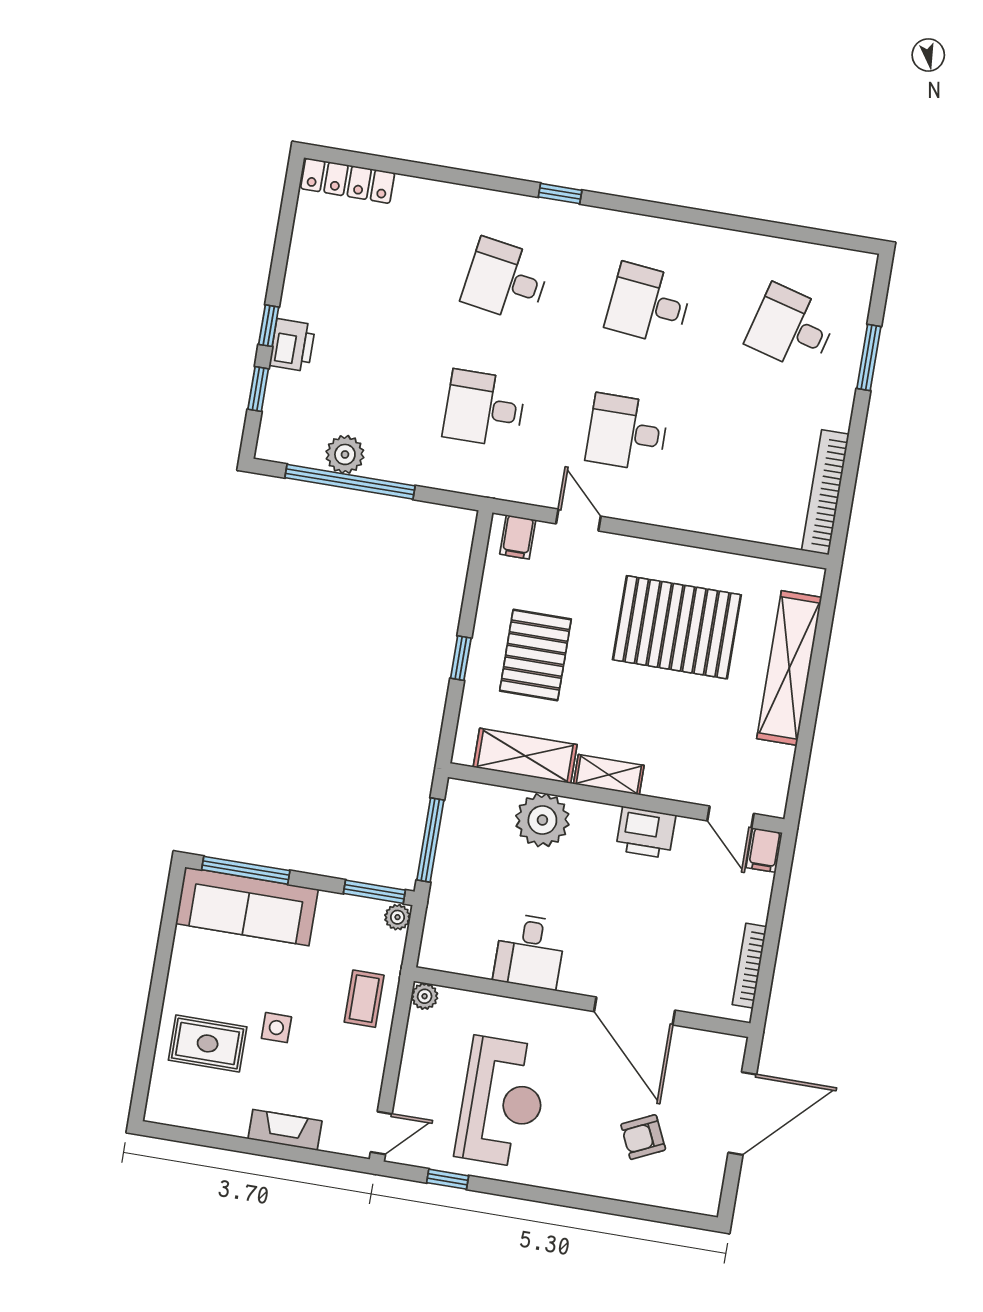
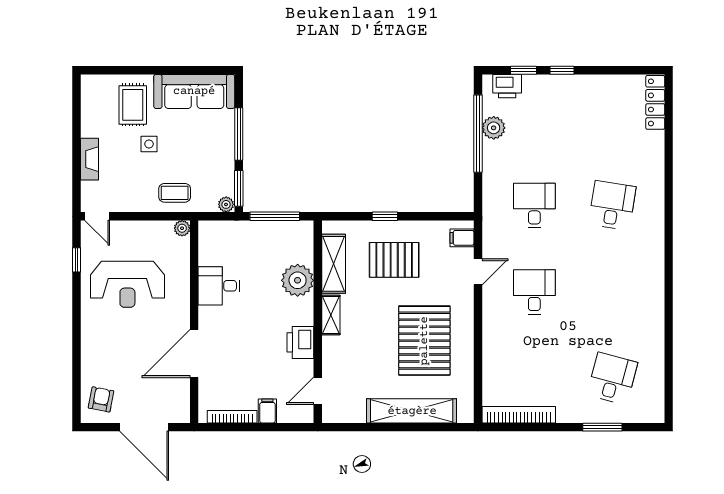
window: (560, 194) -> (669, 229), removed
desk: (649, 304) -> (612, 292), removed
printer: (292, 345) -> (507, 86), moved
filing cabinet: (764, 850) -> (267, 411), moved, turned 90
window: (246, 870) -> (239, 134), moved
sofa: (247, 906) -> (194, 91), moved, turned -90
armchair: (643, 1137) -> (101, 399), moved, turned 36

